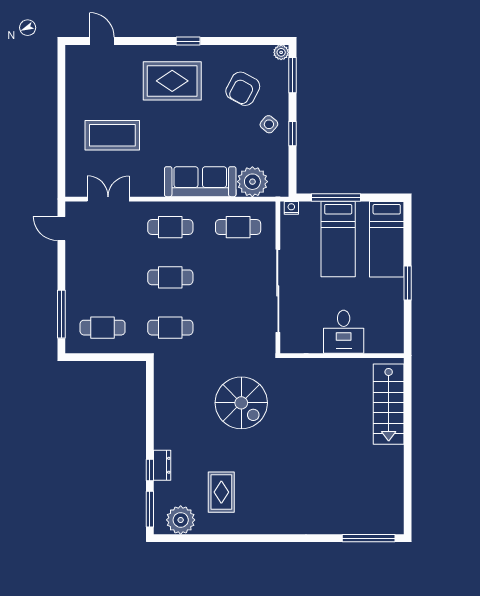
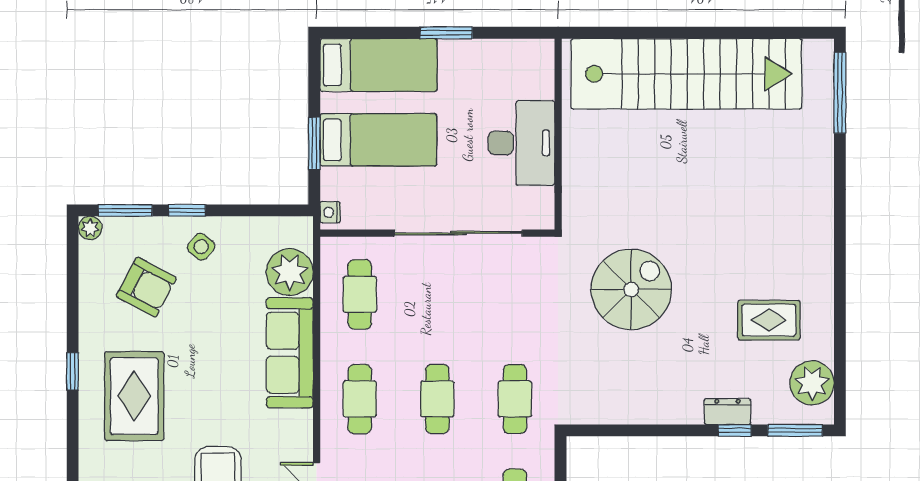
window: (293, 134) -> (187, 210), moved
window: (336, 198) -> (314, 143), width x0.69
desk: (344, 332) -> (521, 143), width x1.37
stairs: (389, 404) -> (686, 74), width x1.86, depth x1.51

